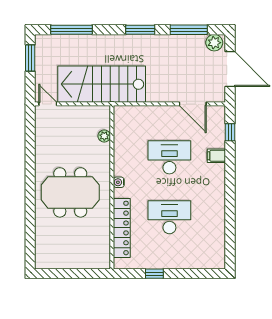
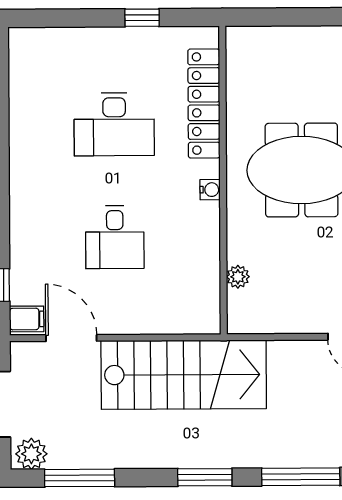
window: (140, 30) -> (205, 477), moved
stairs: (102, 84) -> (184, 375), moved
filing cabinet: (216, 156) -> (27, 319), moved
desk: (169, 157) -> (115, 237), width x0.73

